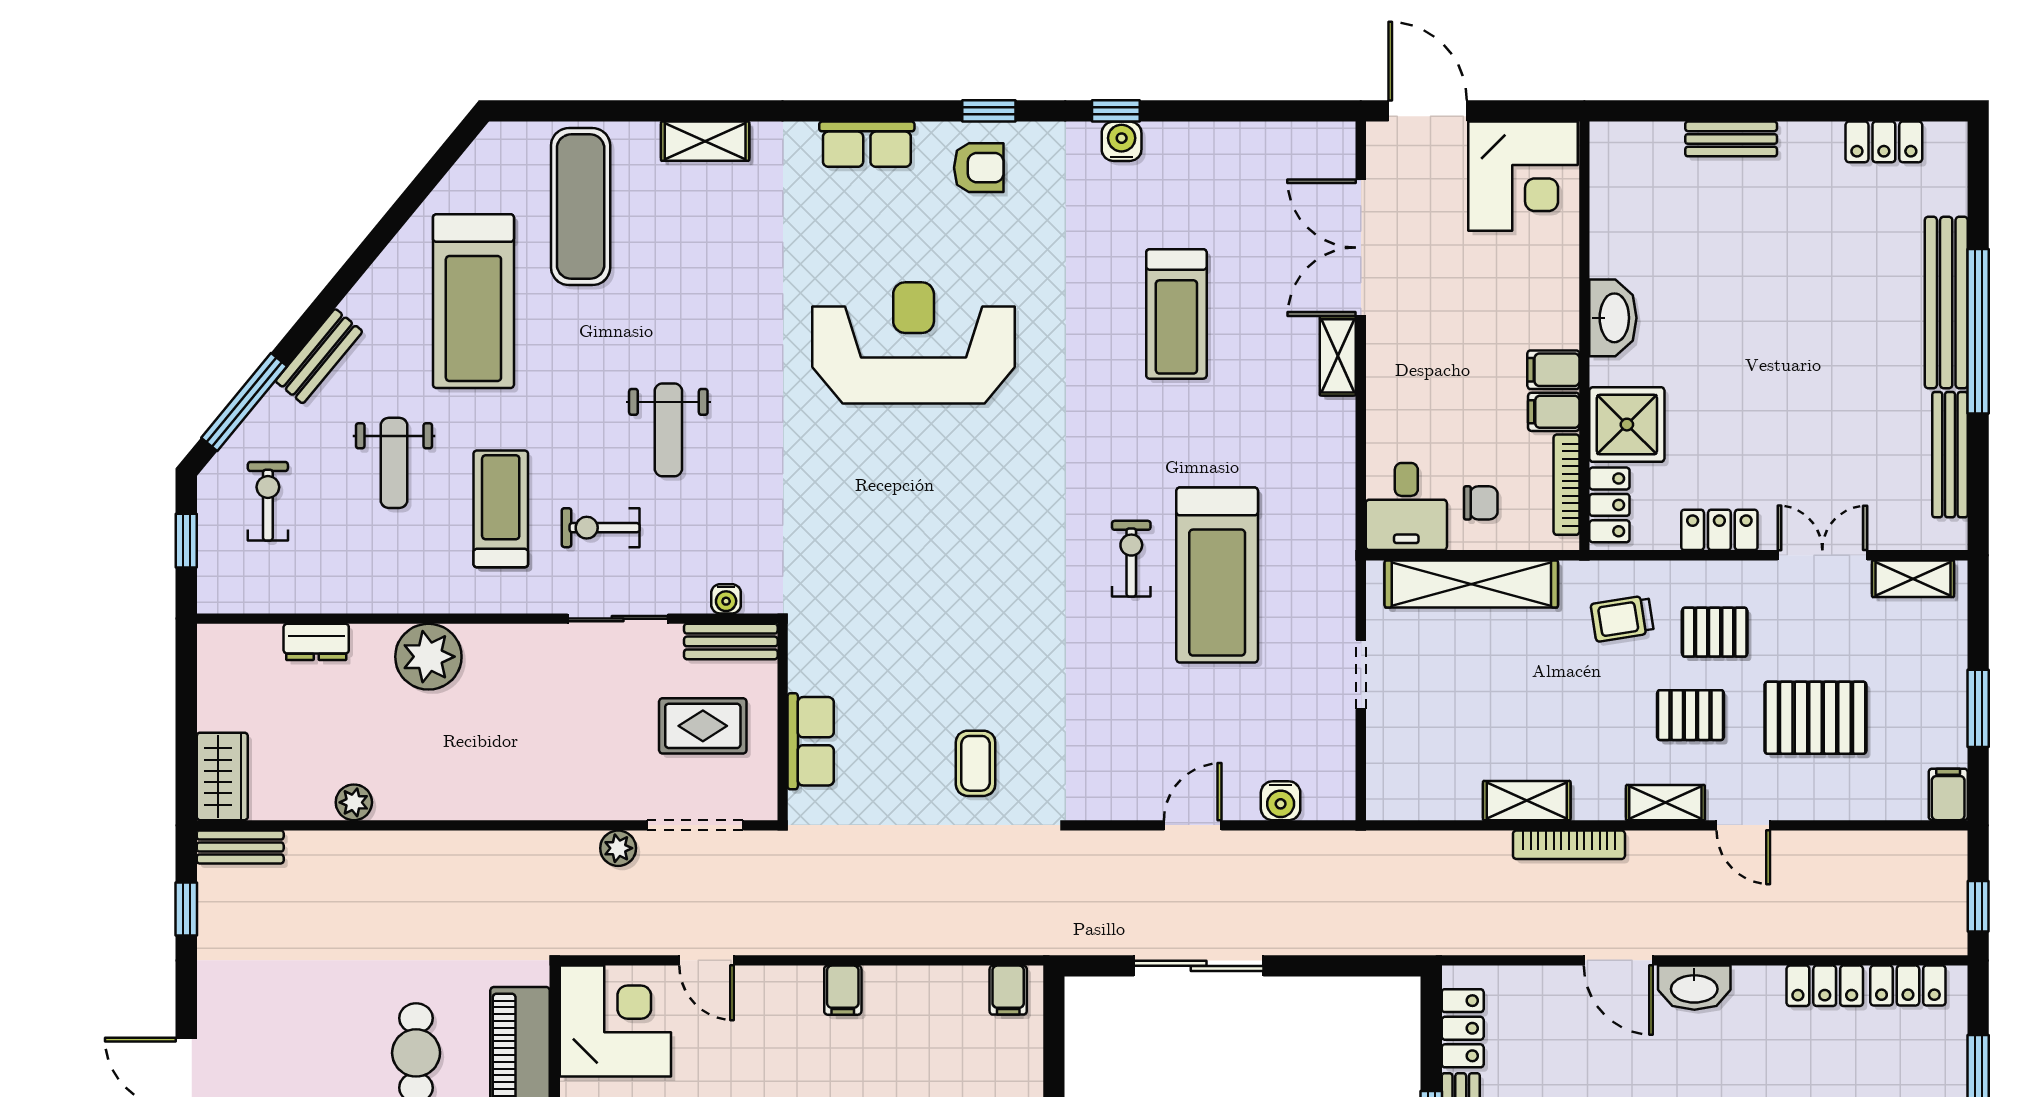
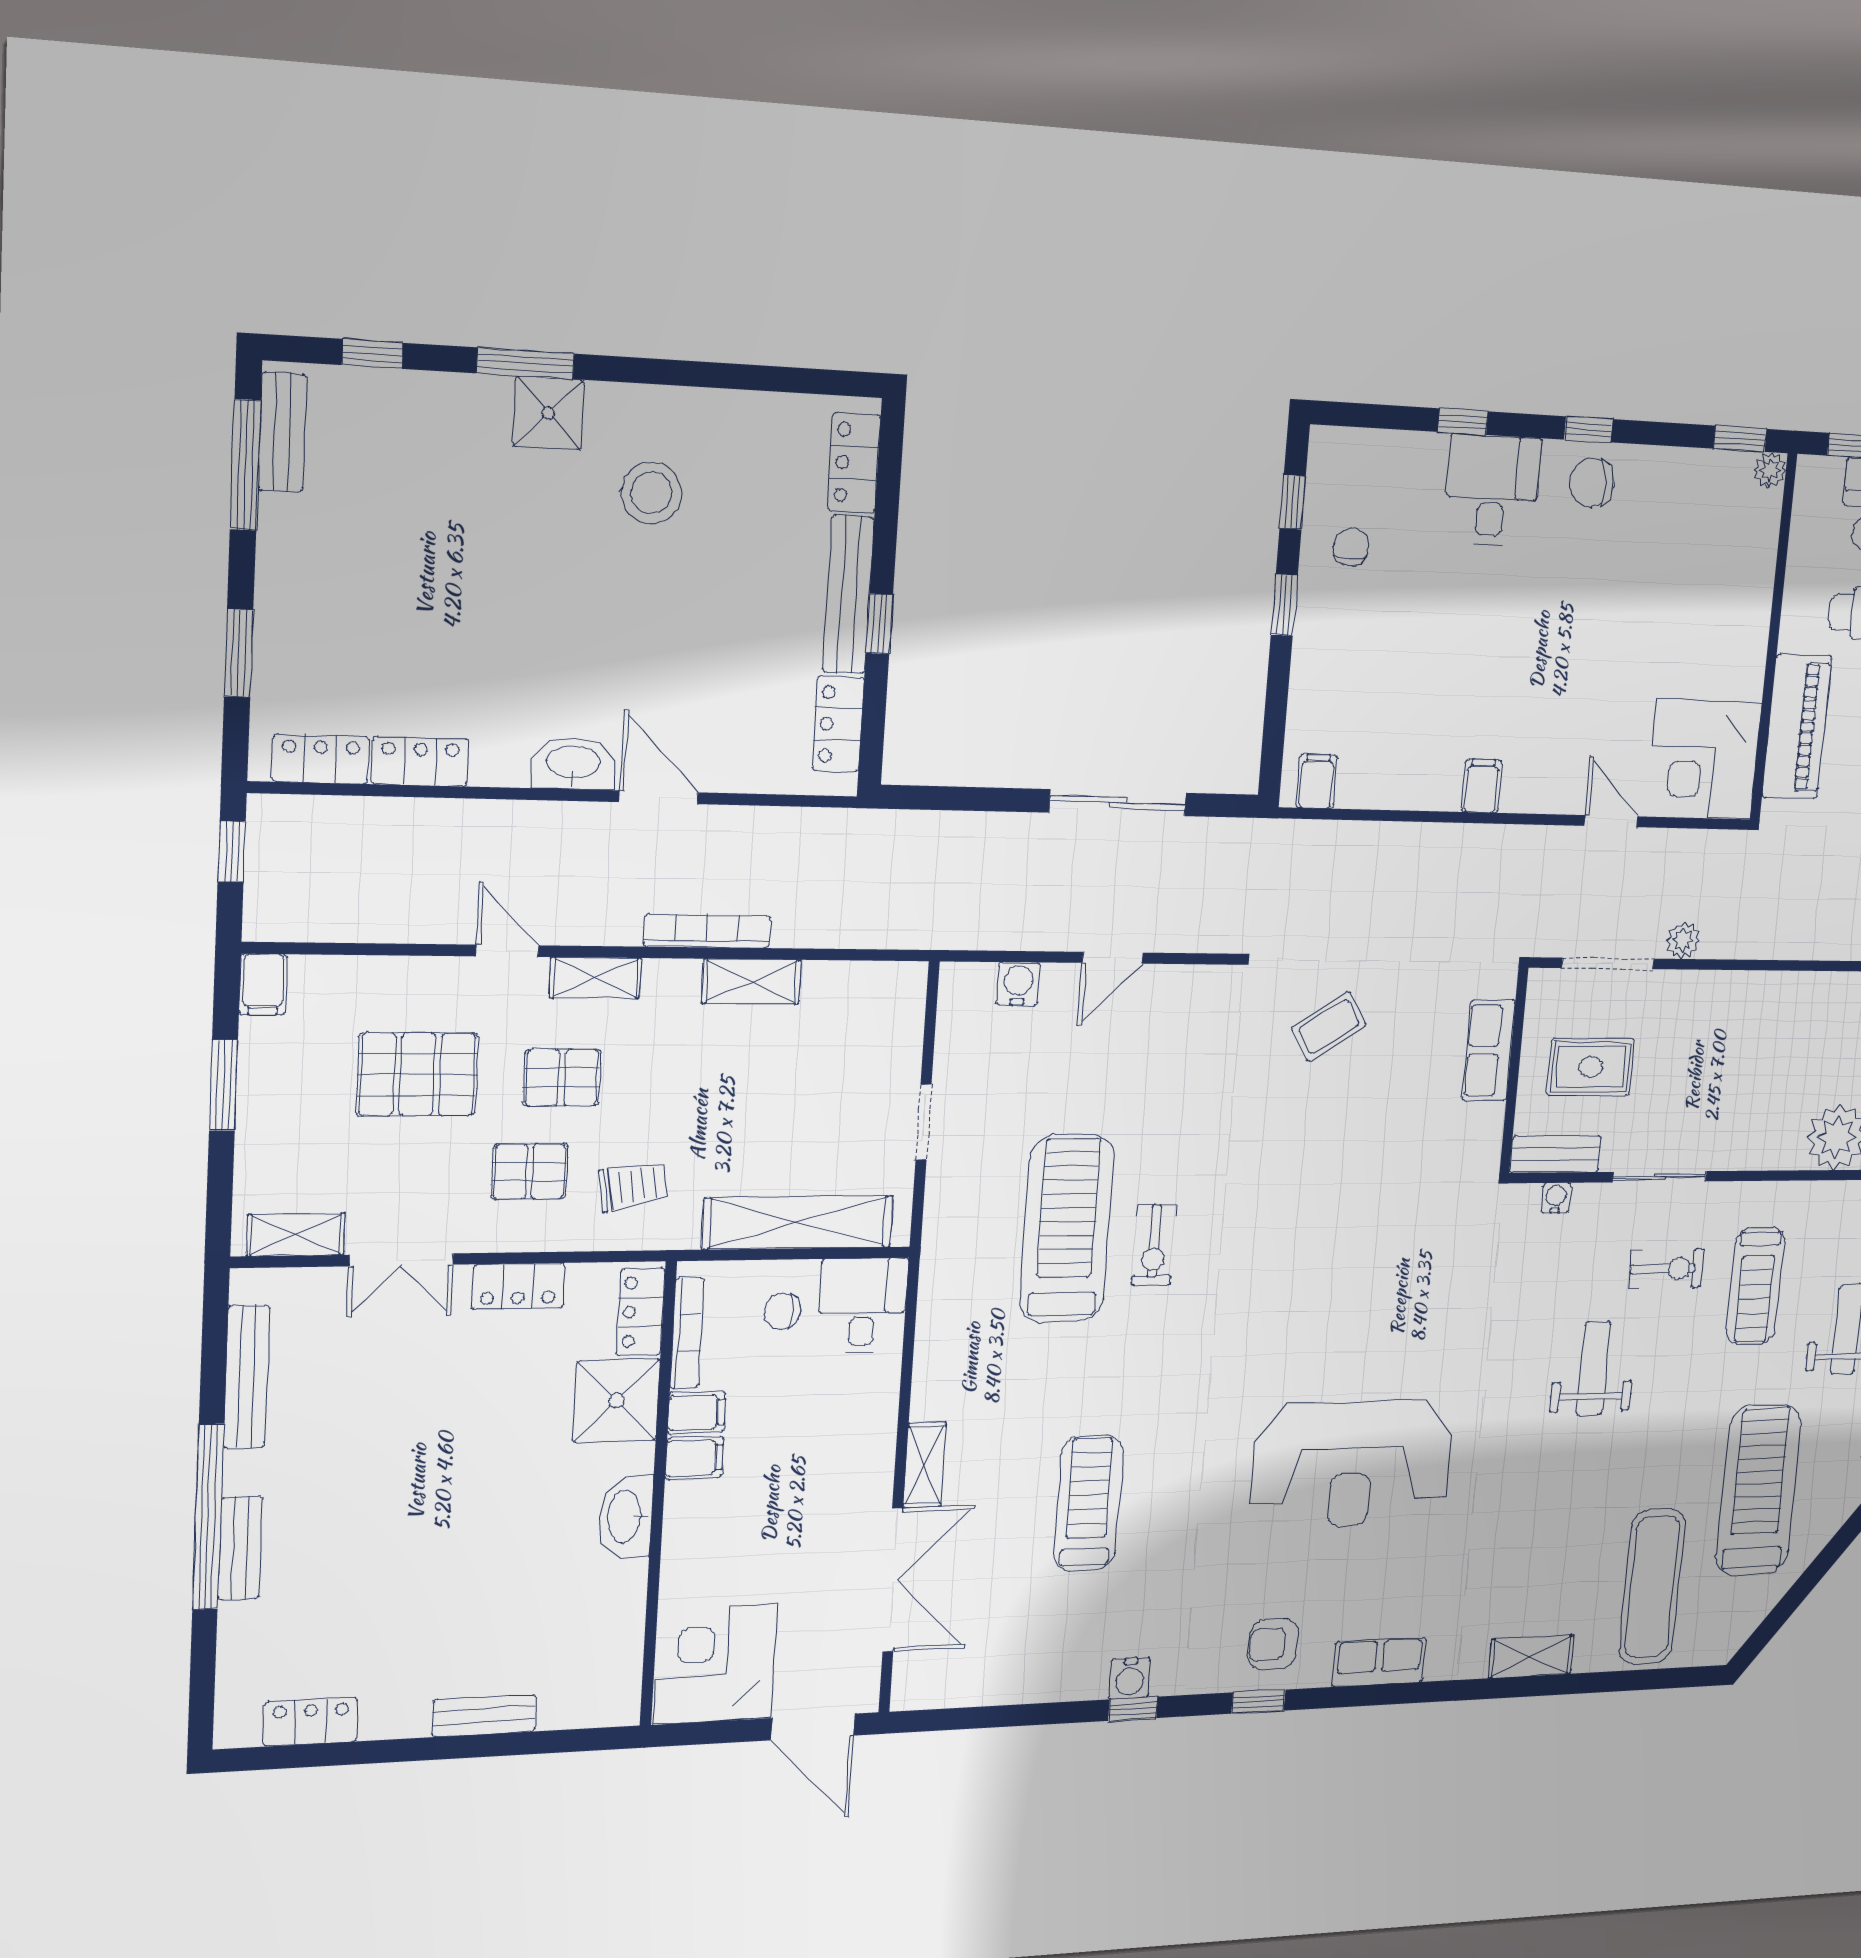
bench: (1946, 302) -> (240, 1548), width x0.54, depth x0.82
coffee table: (976, 763) -> (1329, 1027), turned 58

